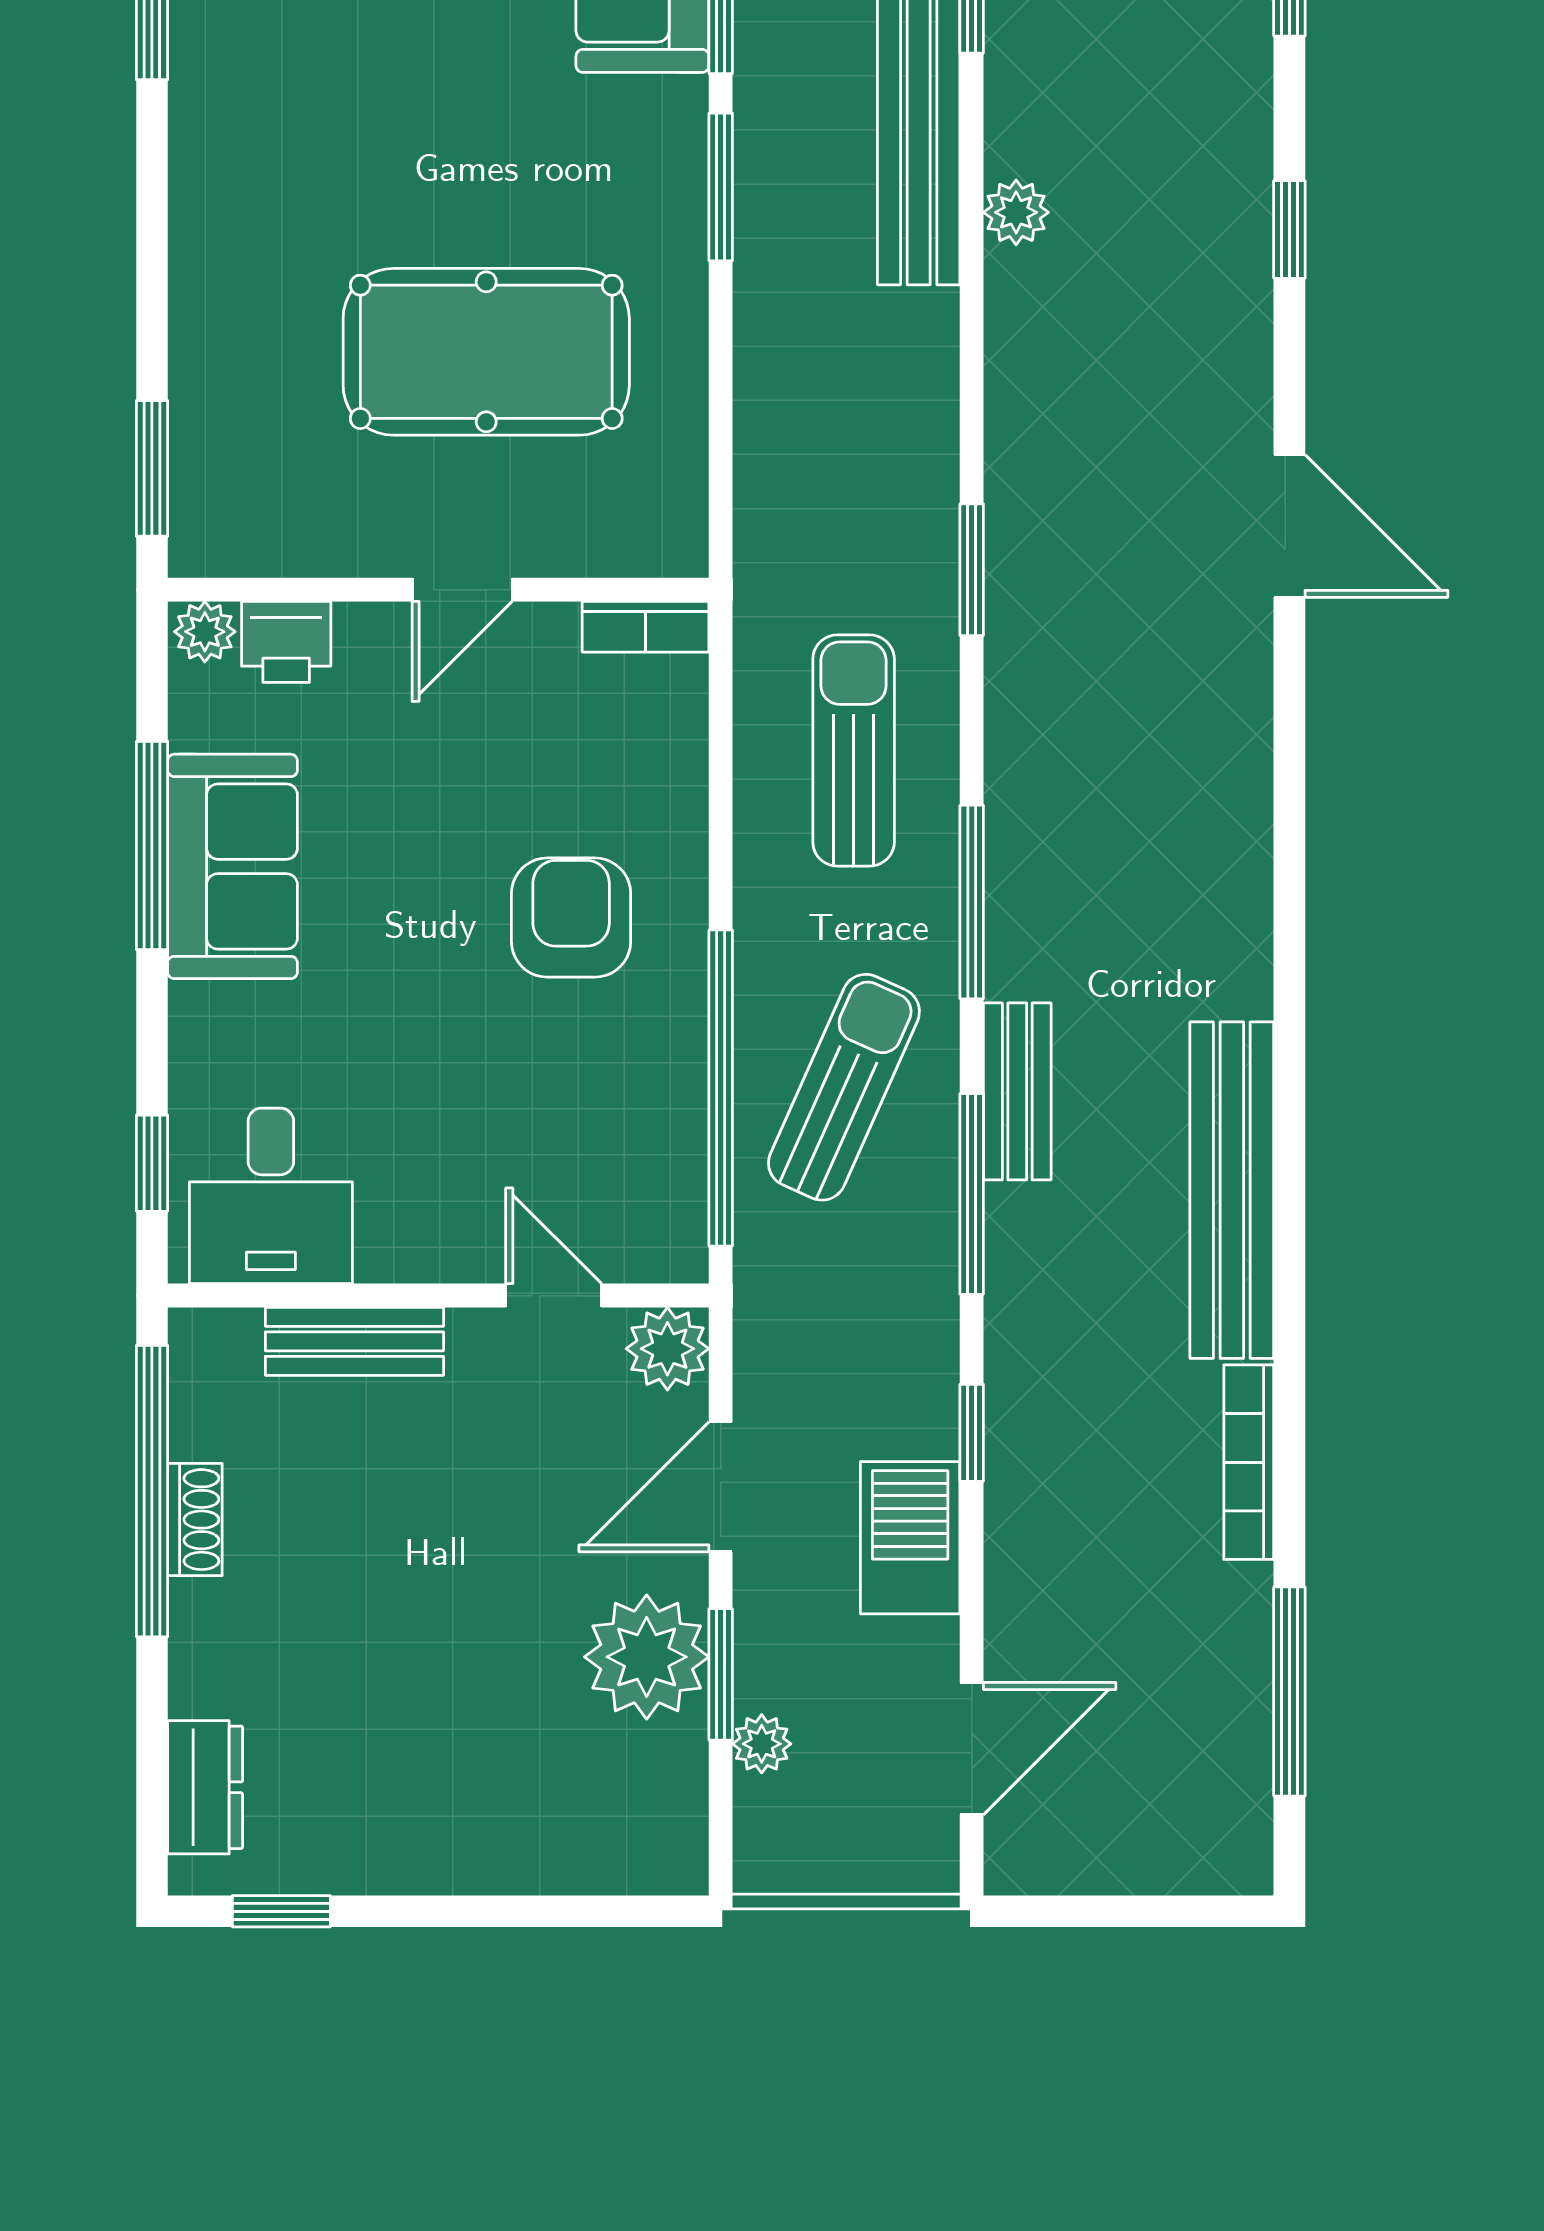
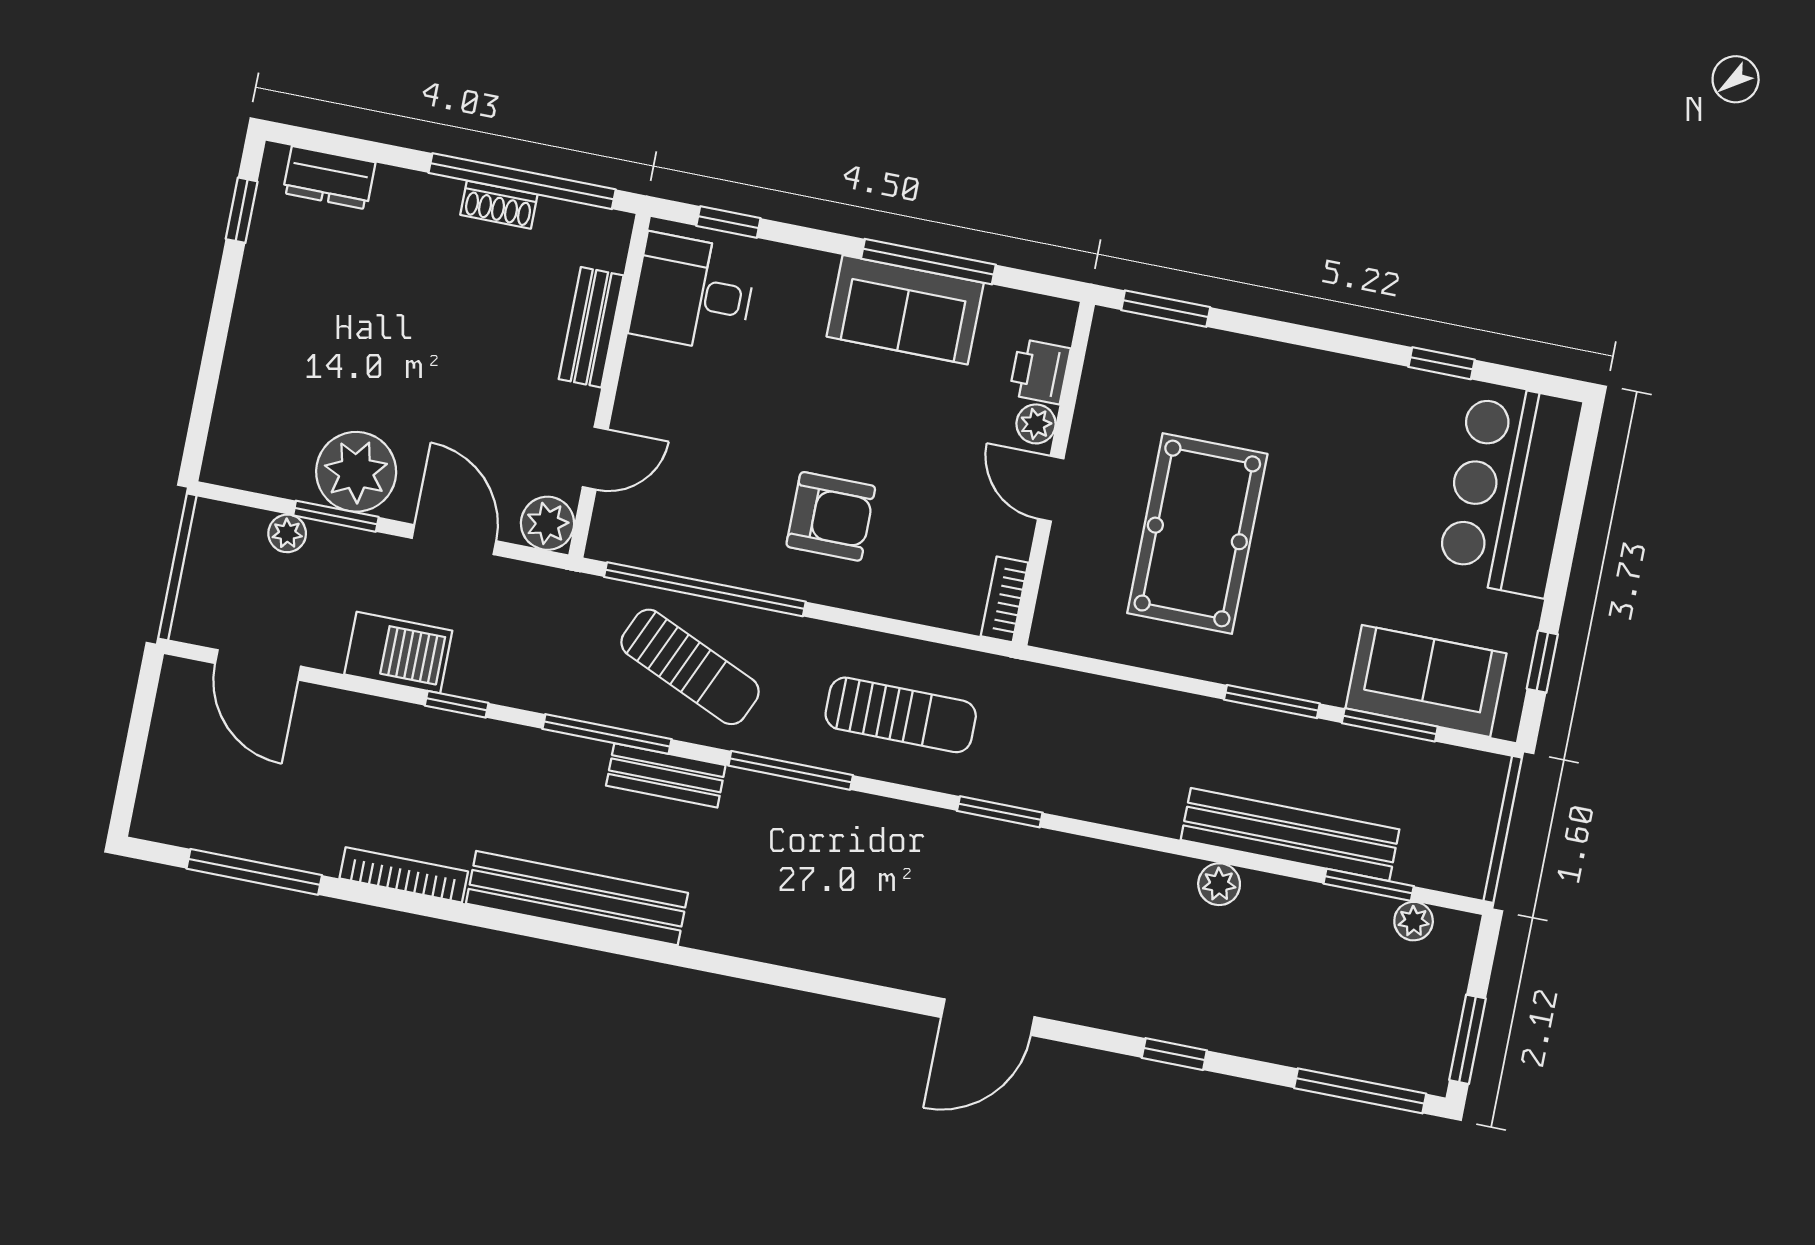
plant: (205, 632) -> (1036, 424), moved

